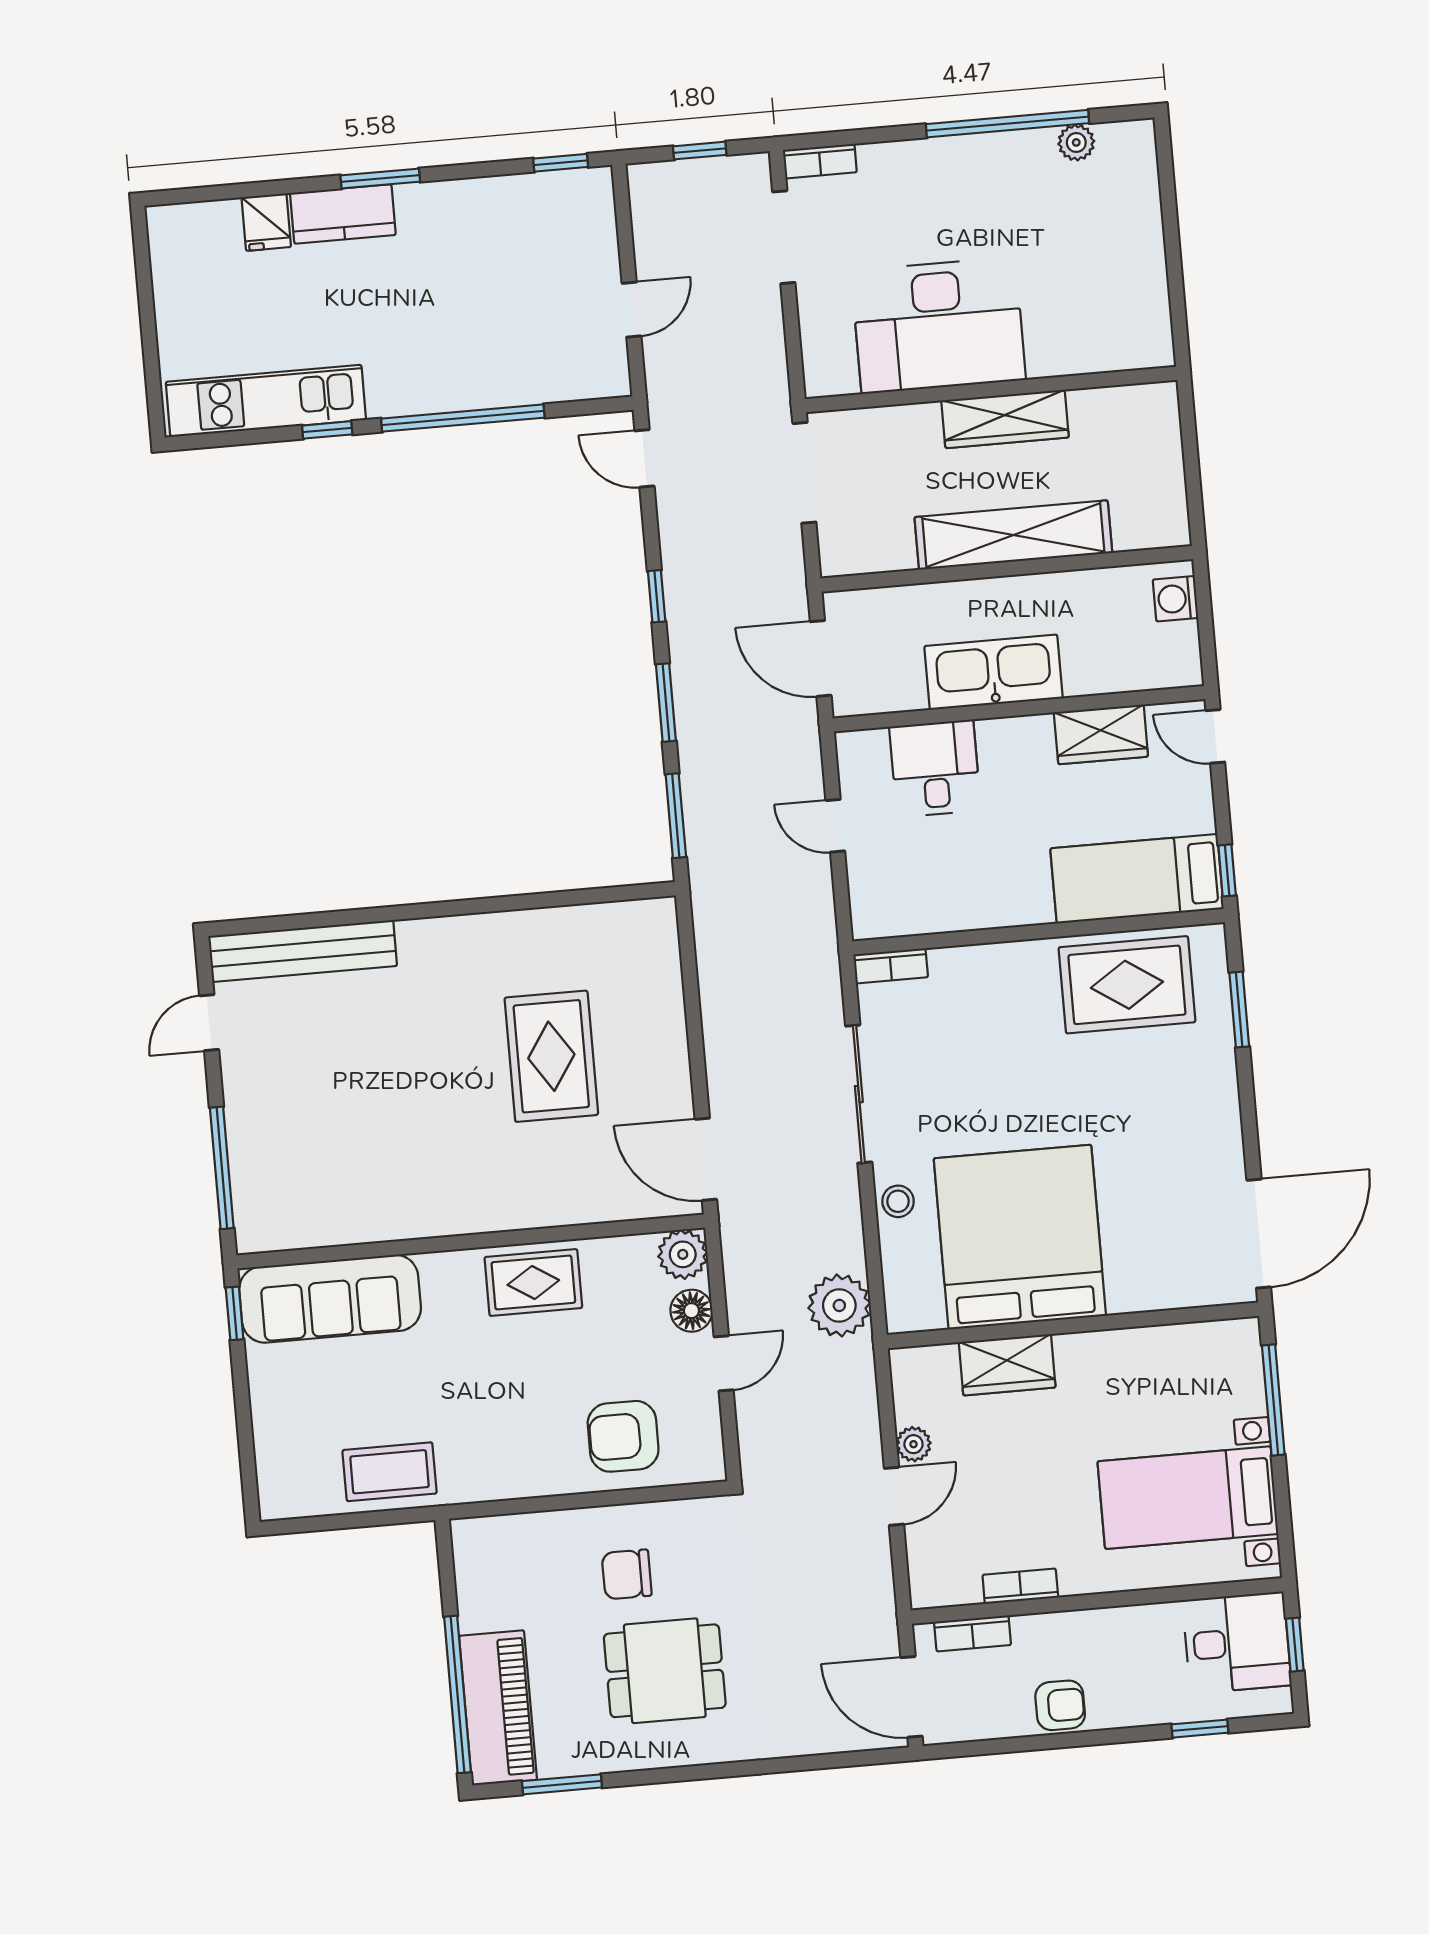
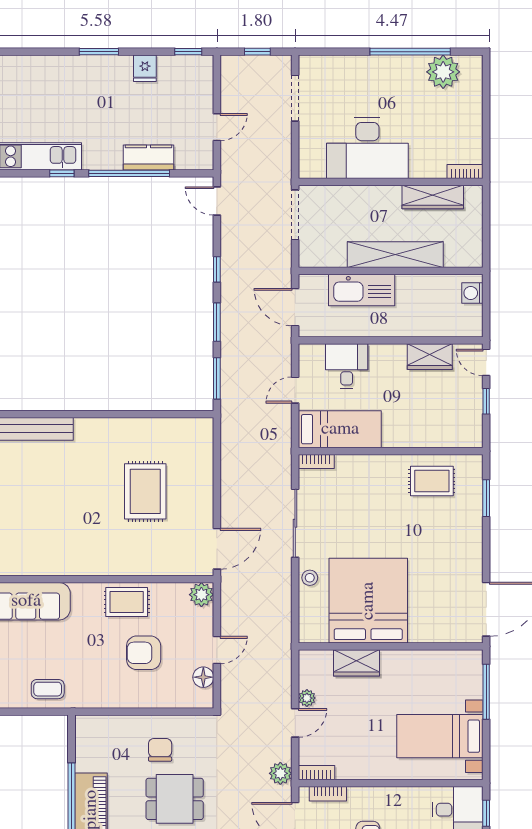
plant: (1076, 142) -> (443, 72), width x1.88, depth x1.88
bookcase: (820, 161) -> (465, 172), moved, turned 180
kitchen counter: (343, 214) -> (148, 157), moved, turned 180
fridge: (266, 222) -> (145, 68), moved
wardrobe: (1005, 419) -> (433, 197), moved
kitchen sink: (993, 672) -> (362, 290), moved, turned 180
door: (835, 826) -> (295, 390), hinge flipped
window: (1227, 870) -> (486, 401), moved
bed: (1137, 879) -> (340, 429), moved, turned 180
rug: (1127, 985) -> (432, 481), width x0.73, depth x0.70
door: (706, 1159) -> (217, 549), swing flipped
plant: (839, 1305) -> (280, 773), moved, width x0.73, depth x0.73
floor lamp: (691, 1311) -> (203, 677), moved
armchair: (623, 1436) -> (144, 653), moved
coffee table: (390, 1472) -> (48, 689), width x0.73, depth x0.77
chair: (627, 1574) -> (160, 750), turned 90
bookcase: (1020, 1586) -> (317, 773), moved

